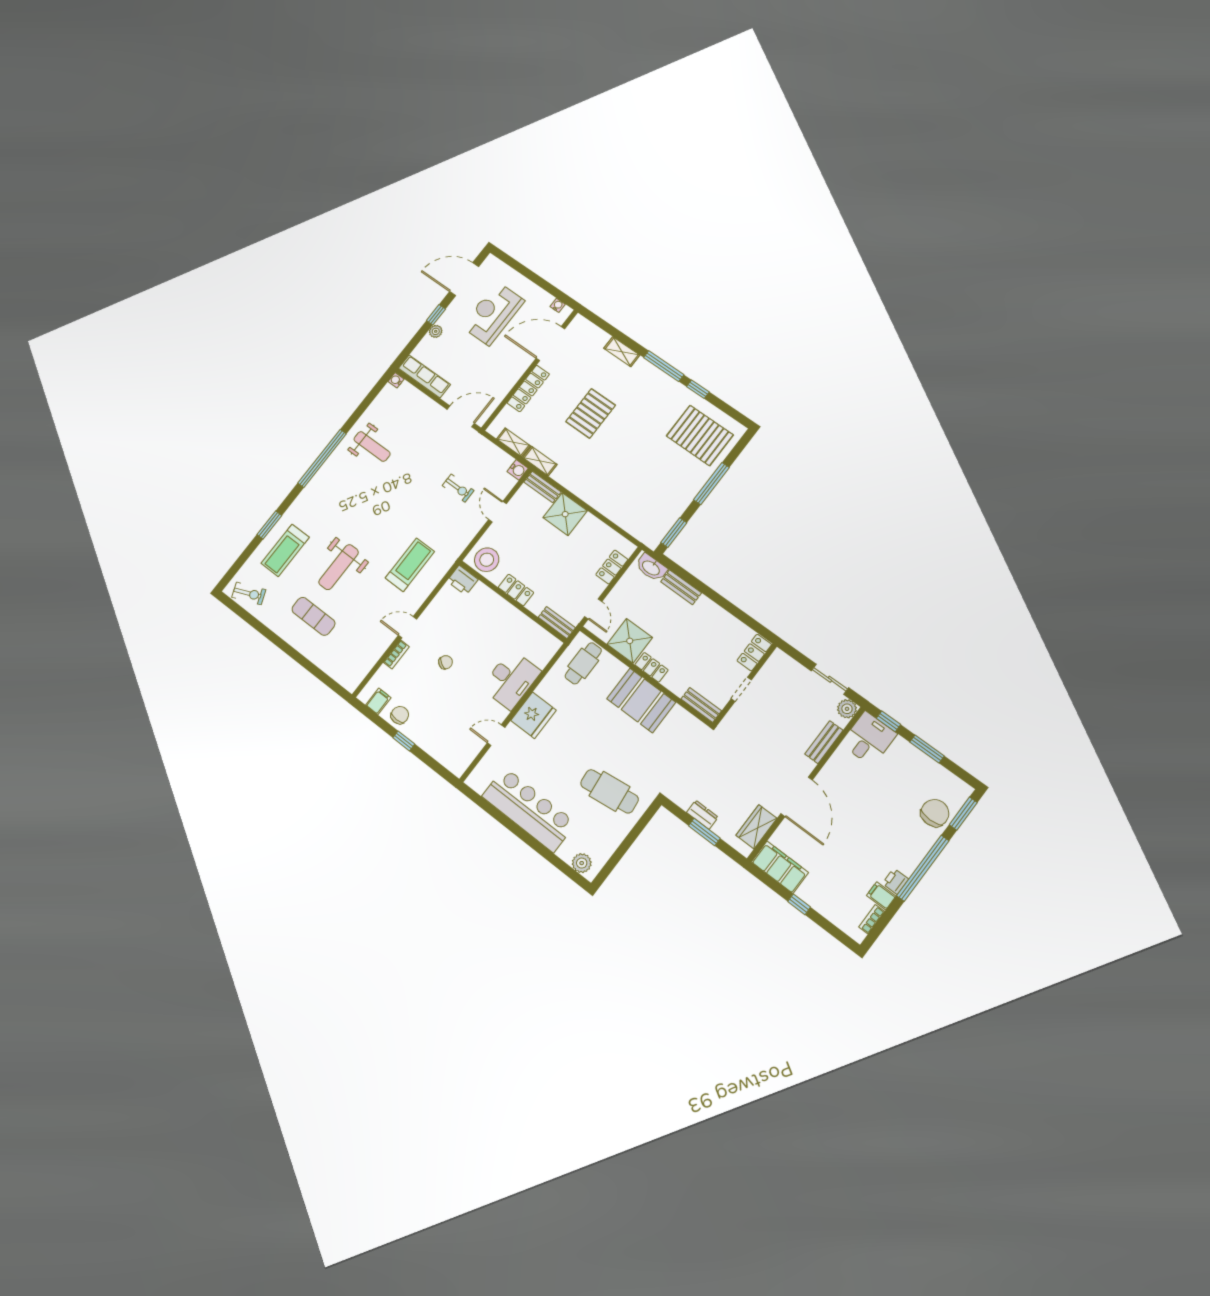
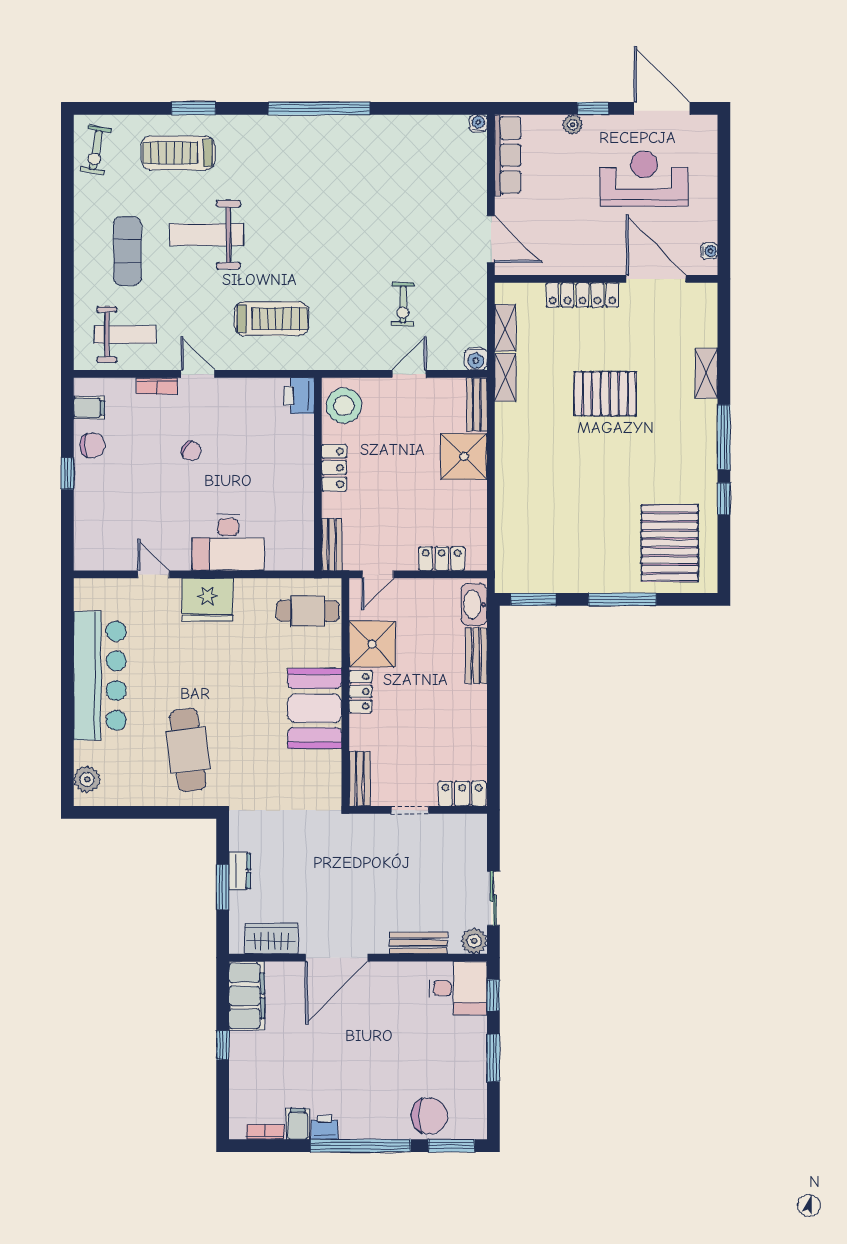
weight bench: (372, 446) -> (125, 335), moved, turned -90
exercise bike: (249, 593) -> (96, 150), turned 32

